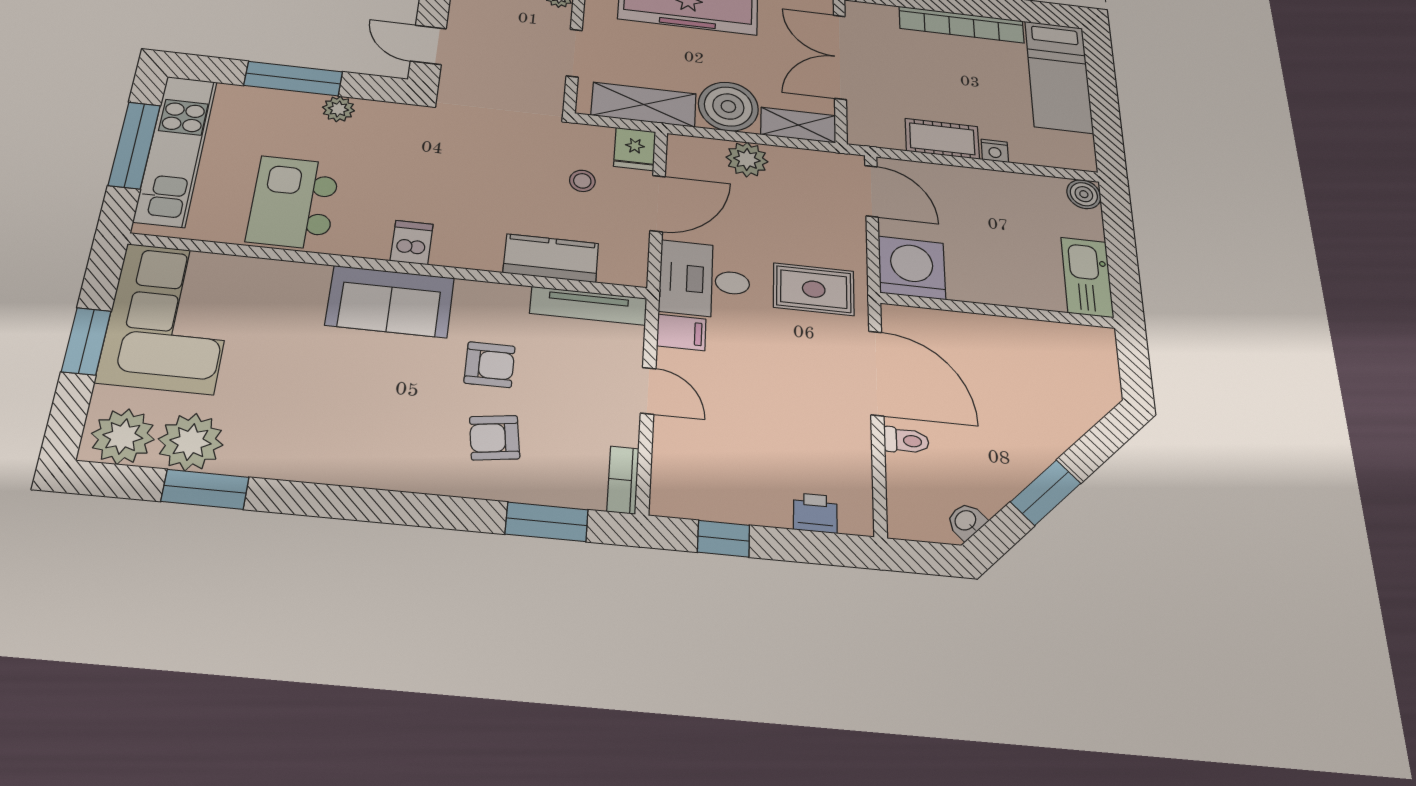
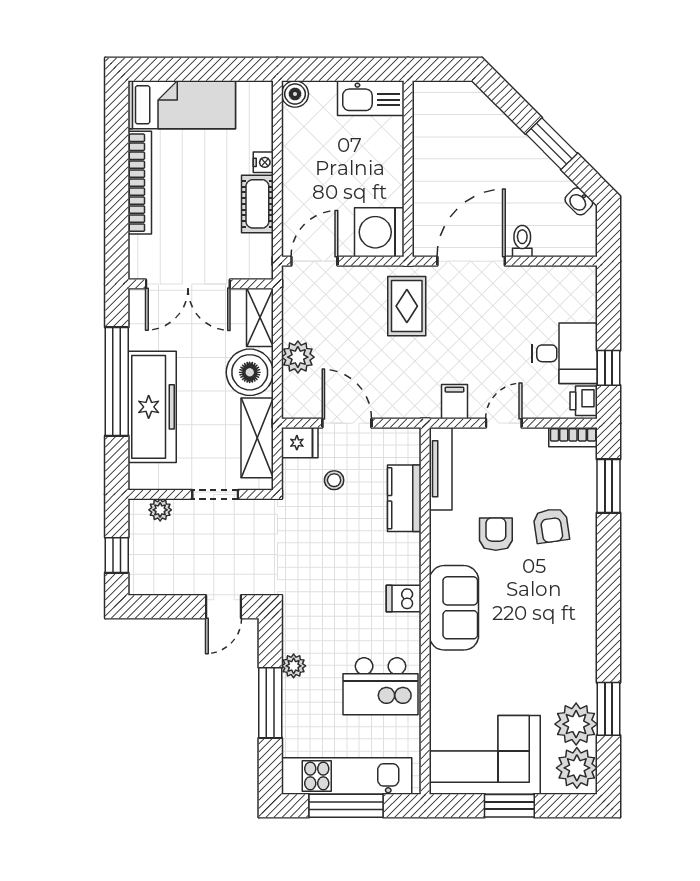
desk: (705, 280) -> (564, 353), moved, turned -90
printer: (815, 513) -> (584, 401), moved

